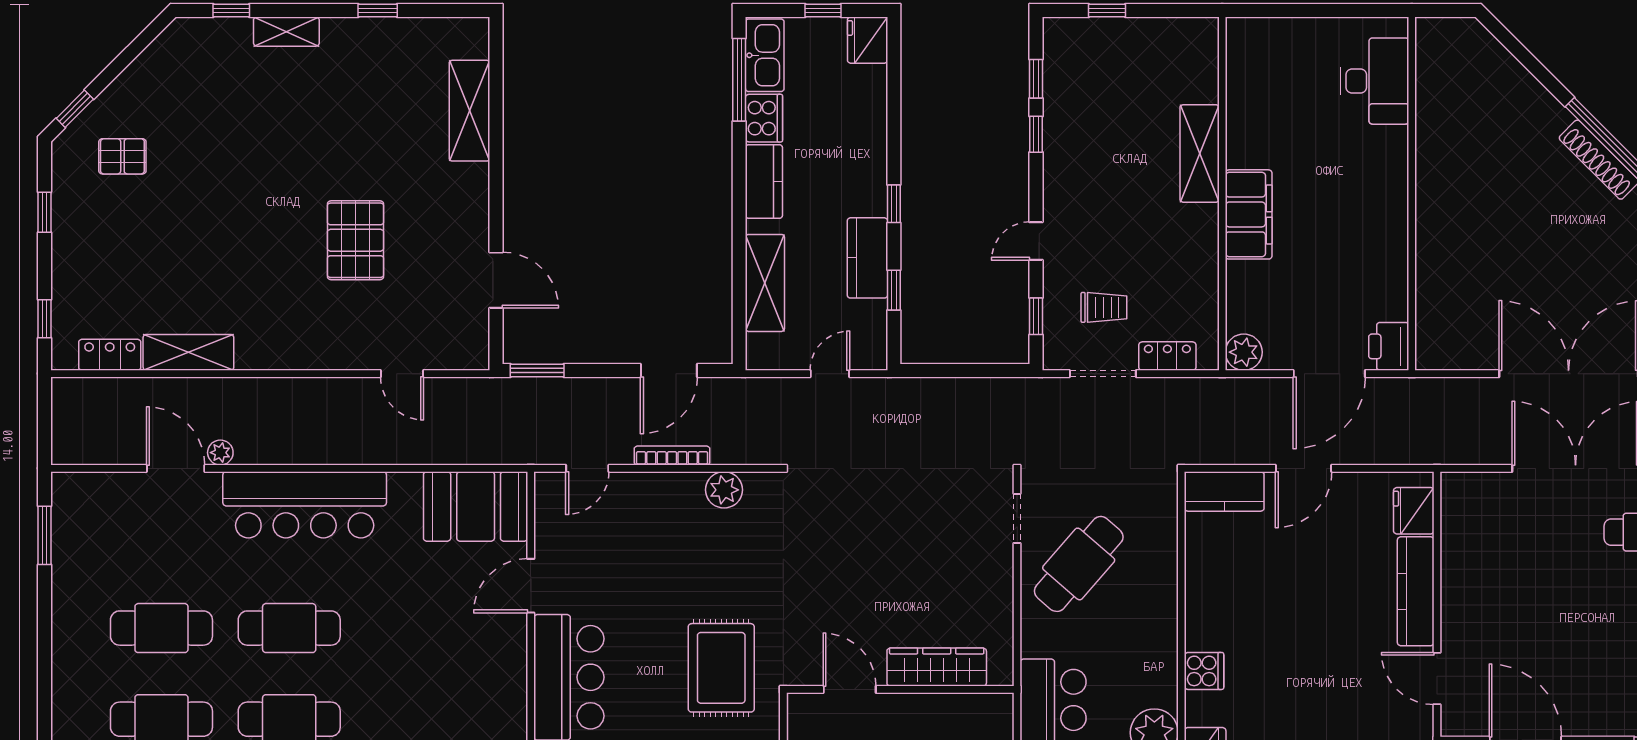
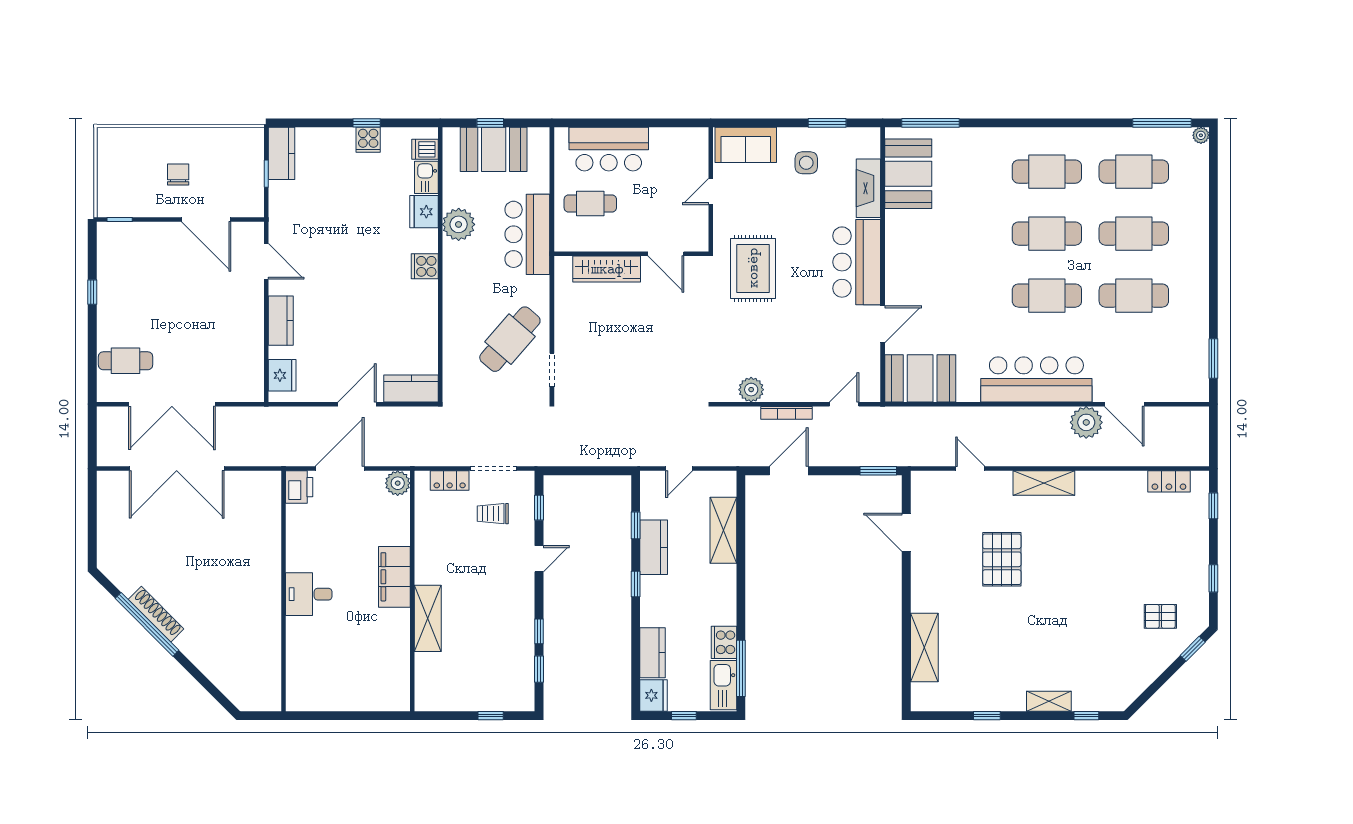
desk: (1375, 81) -> (309, 594), moved, width x0.73
kitchen counter: (764, 181) -> (652, 653), moved, turned 180
shelving: (188, 352) -> (1044, 483), moved
plant: (220, 453) -> (1086, 422), width x1.88, depth x1.88
kitchen counter: (1416, 591) -> (281, 321), width x0.67

